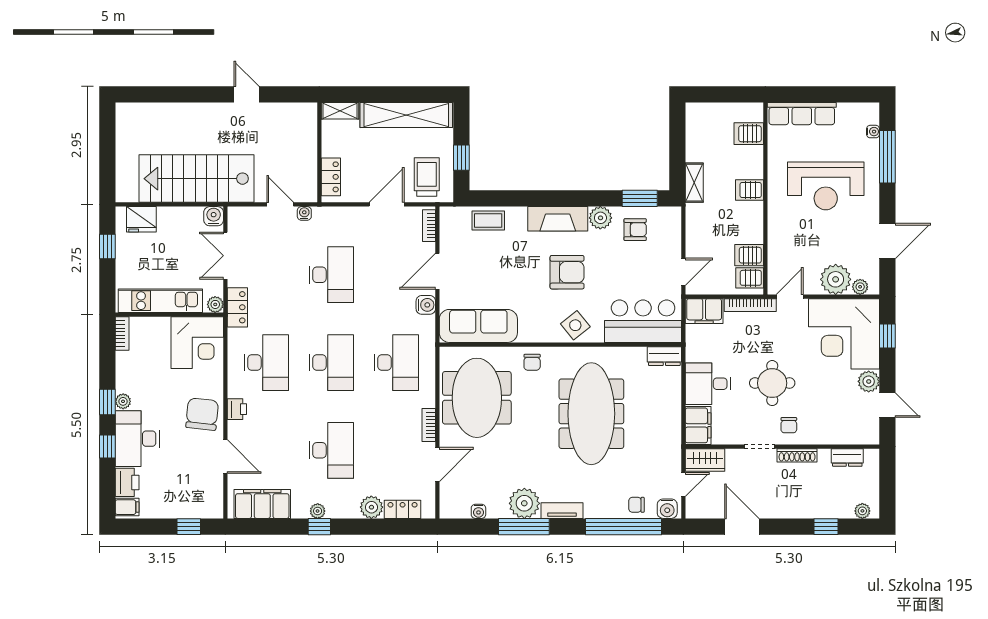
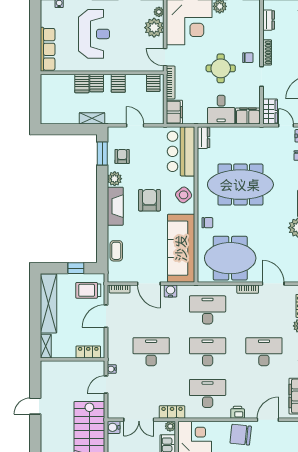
server rack: (749, 134) -> (82, 83), moved
door: (387, 204) -> (106, 316), hinge flipped
server rack: (749, 255) -> (118, 83), moved
door: (683, 272) -> (135, 125), moved
sofa: (478, 326) -> (181, 248), width x1.36, depth x1.27

